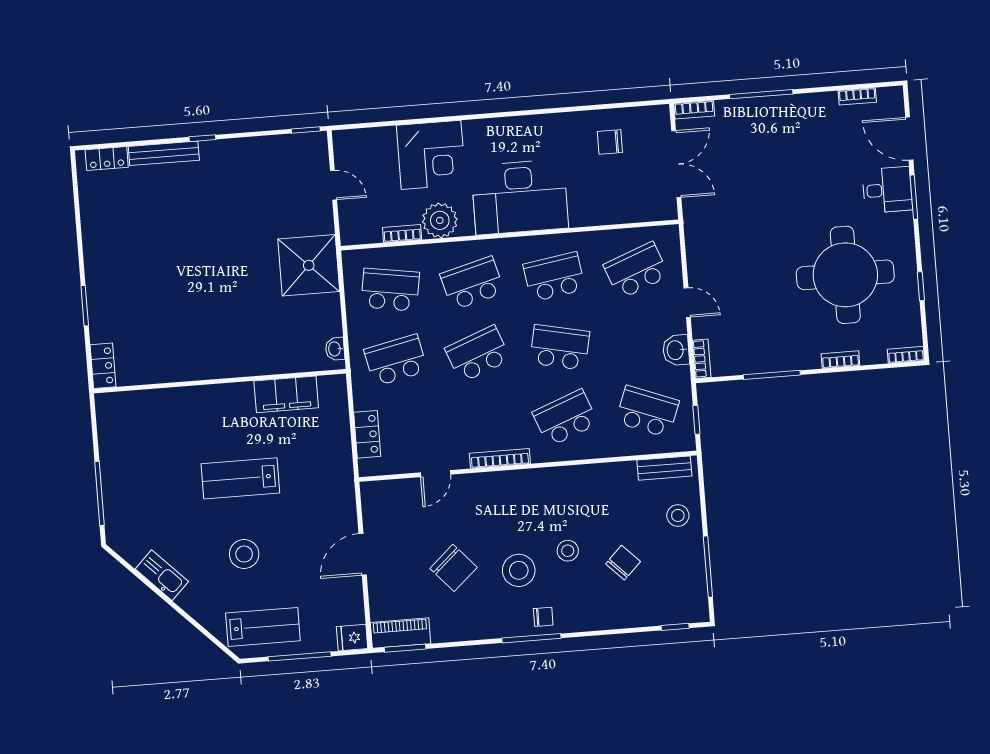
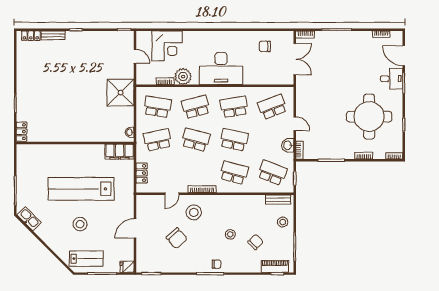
bench: (164, 153) -> (53, 35), width x0.73
corner desk: (431, 155) -> (167, 46), moved
school desk: (478, 354) -> (196, 140), turned 36
filing cabinet: (286, 394) -> (120, 152), moved
school desk: (565, 418) -> (234, 173), turned 36
lab bench: (240, 478) -> (81, 189), width x1.86, depth x1.39
stool: (519, 570) -> (194, 212), moved
kitchen sink: (162, 575) -> (29, 219), moved
piano: (400, 633) -> (275, 266), moved

